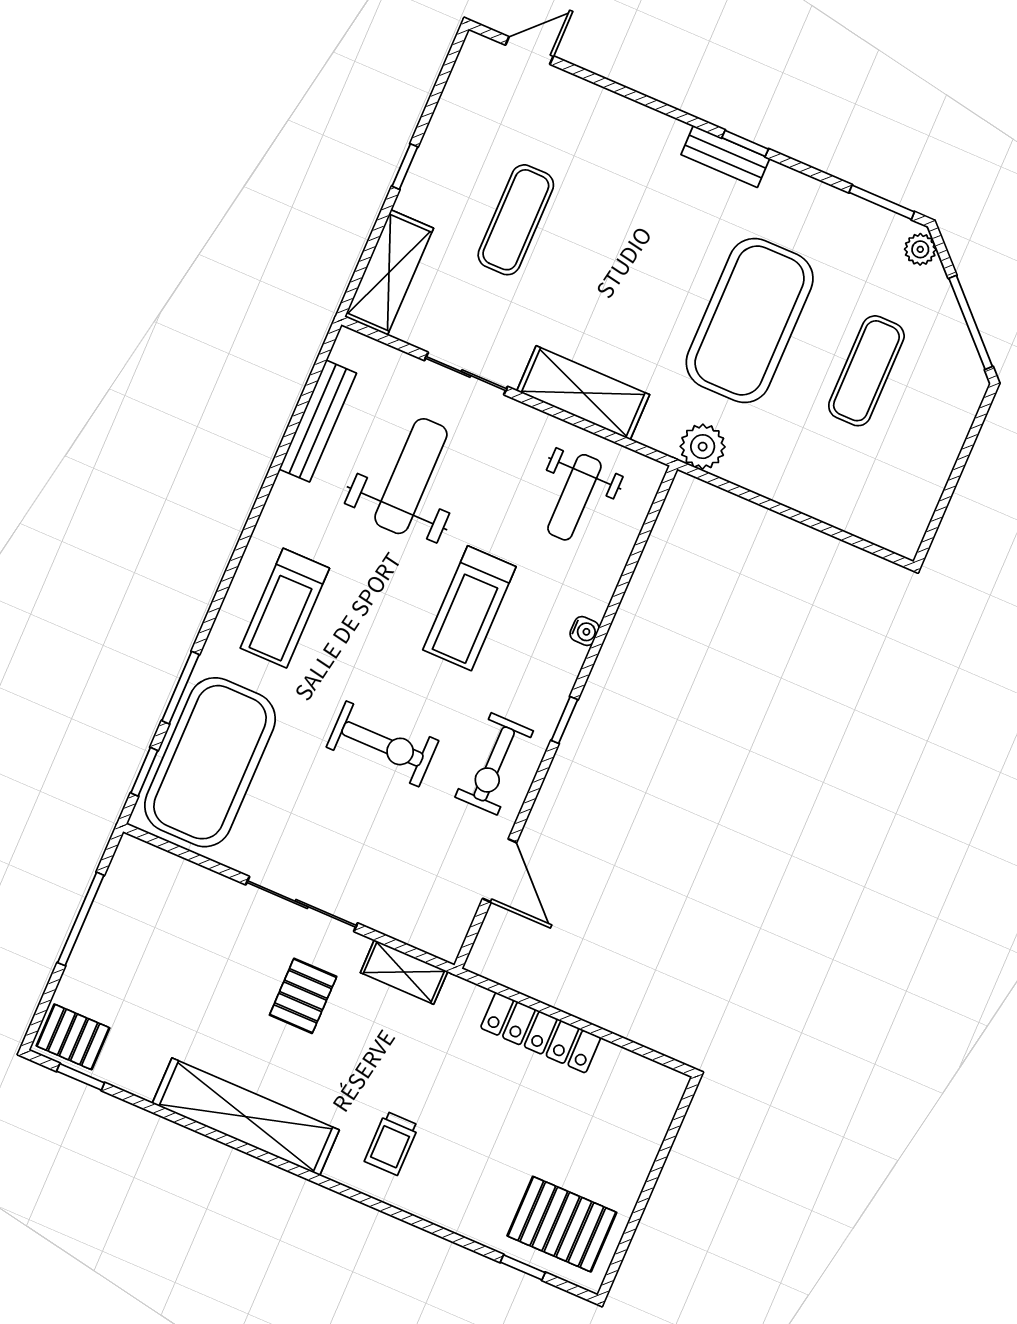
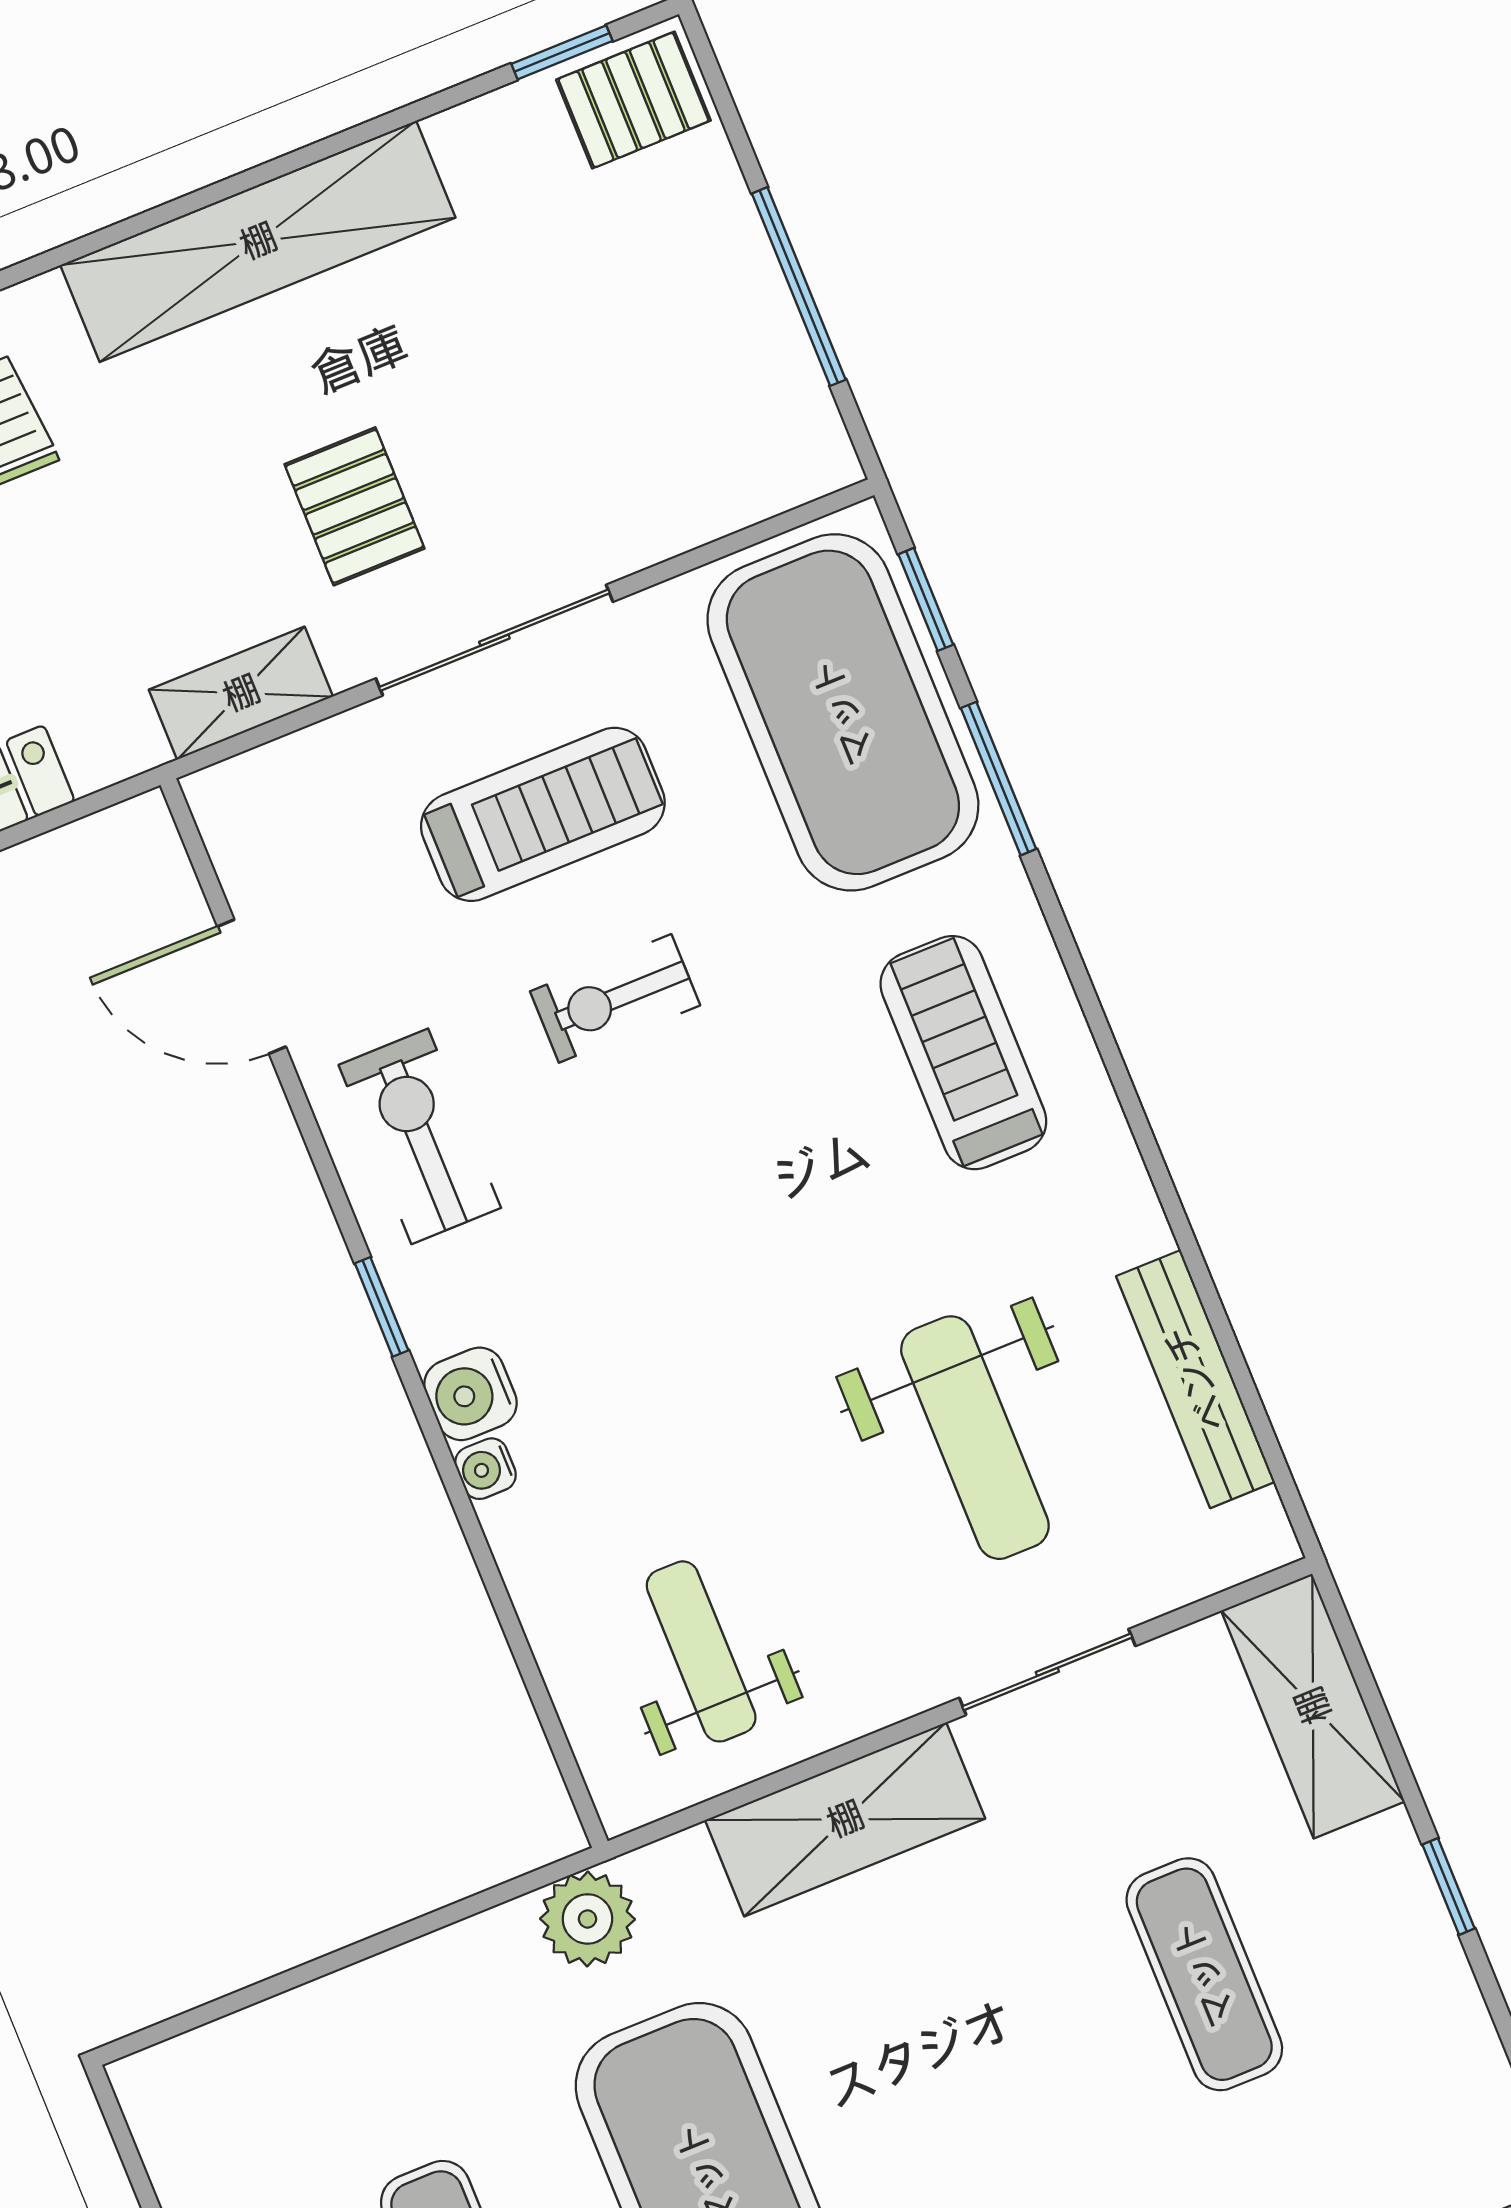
treadmill: (469, 608) -> (543, 814), moved, turned 90
water cooler: (564, 661) -> (470, 1394), added
exercise bike: (382, 744) -> (615, 998), width x0.73, depth x0.72

